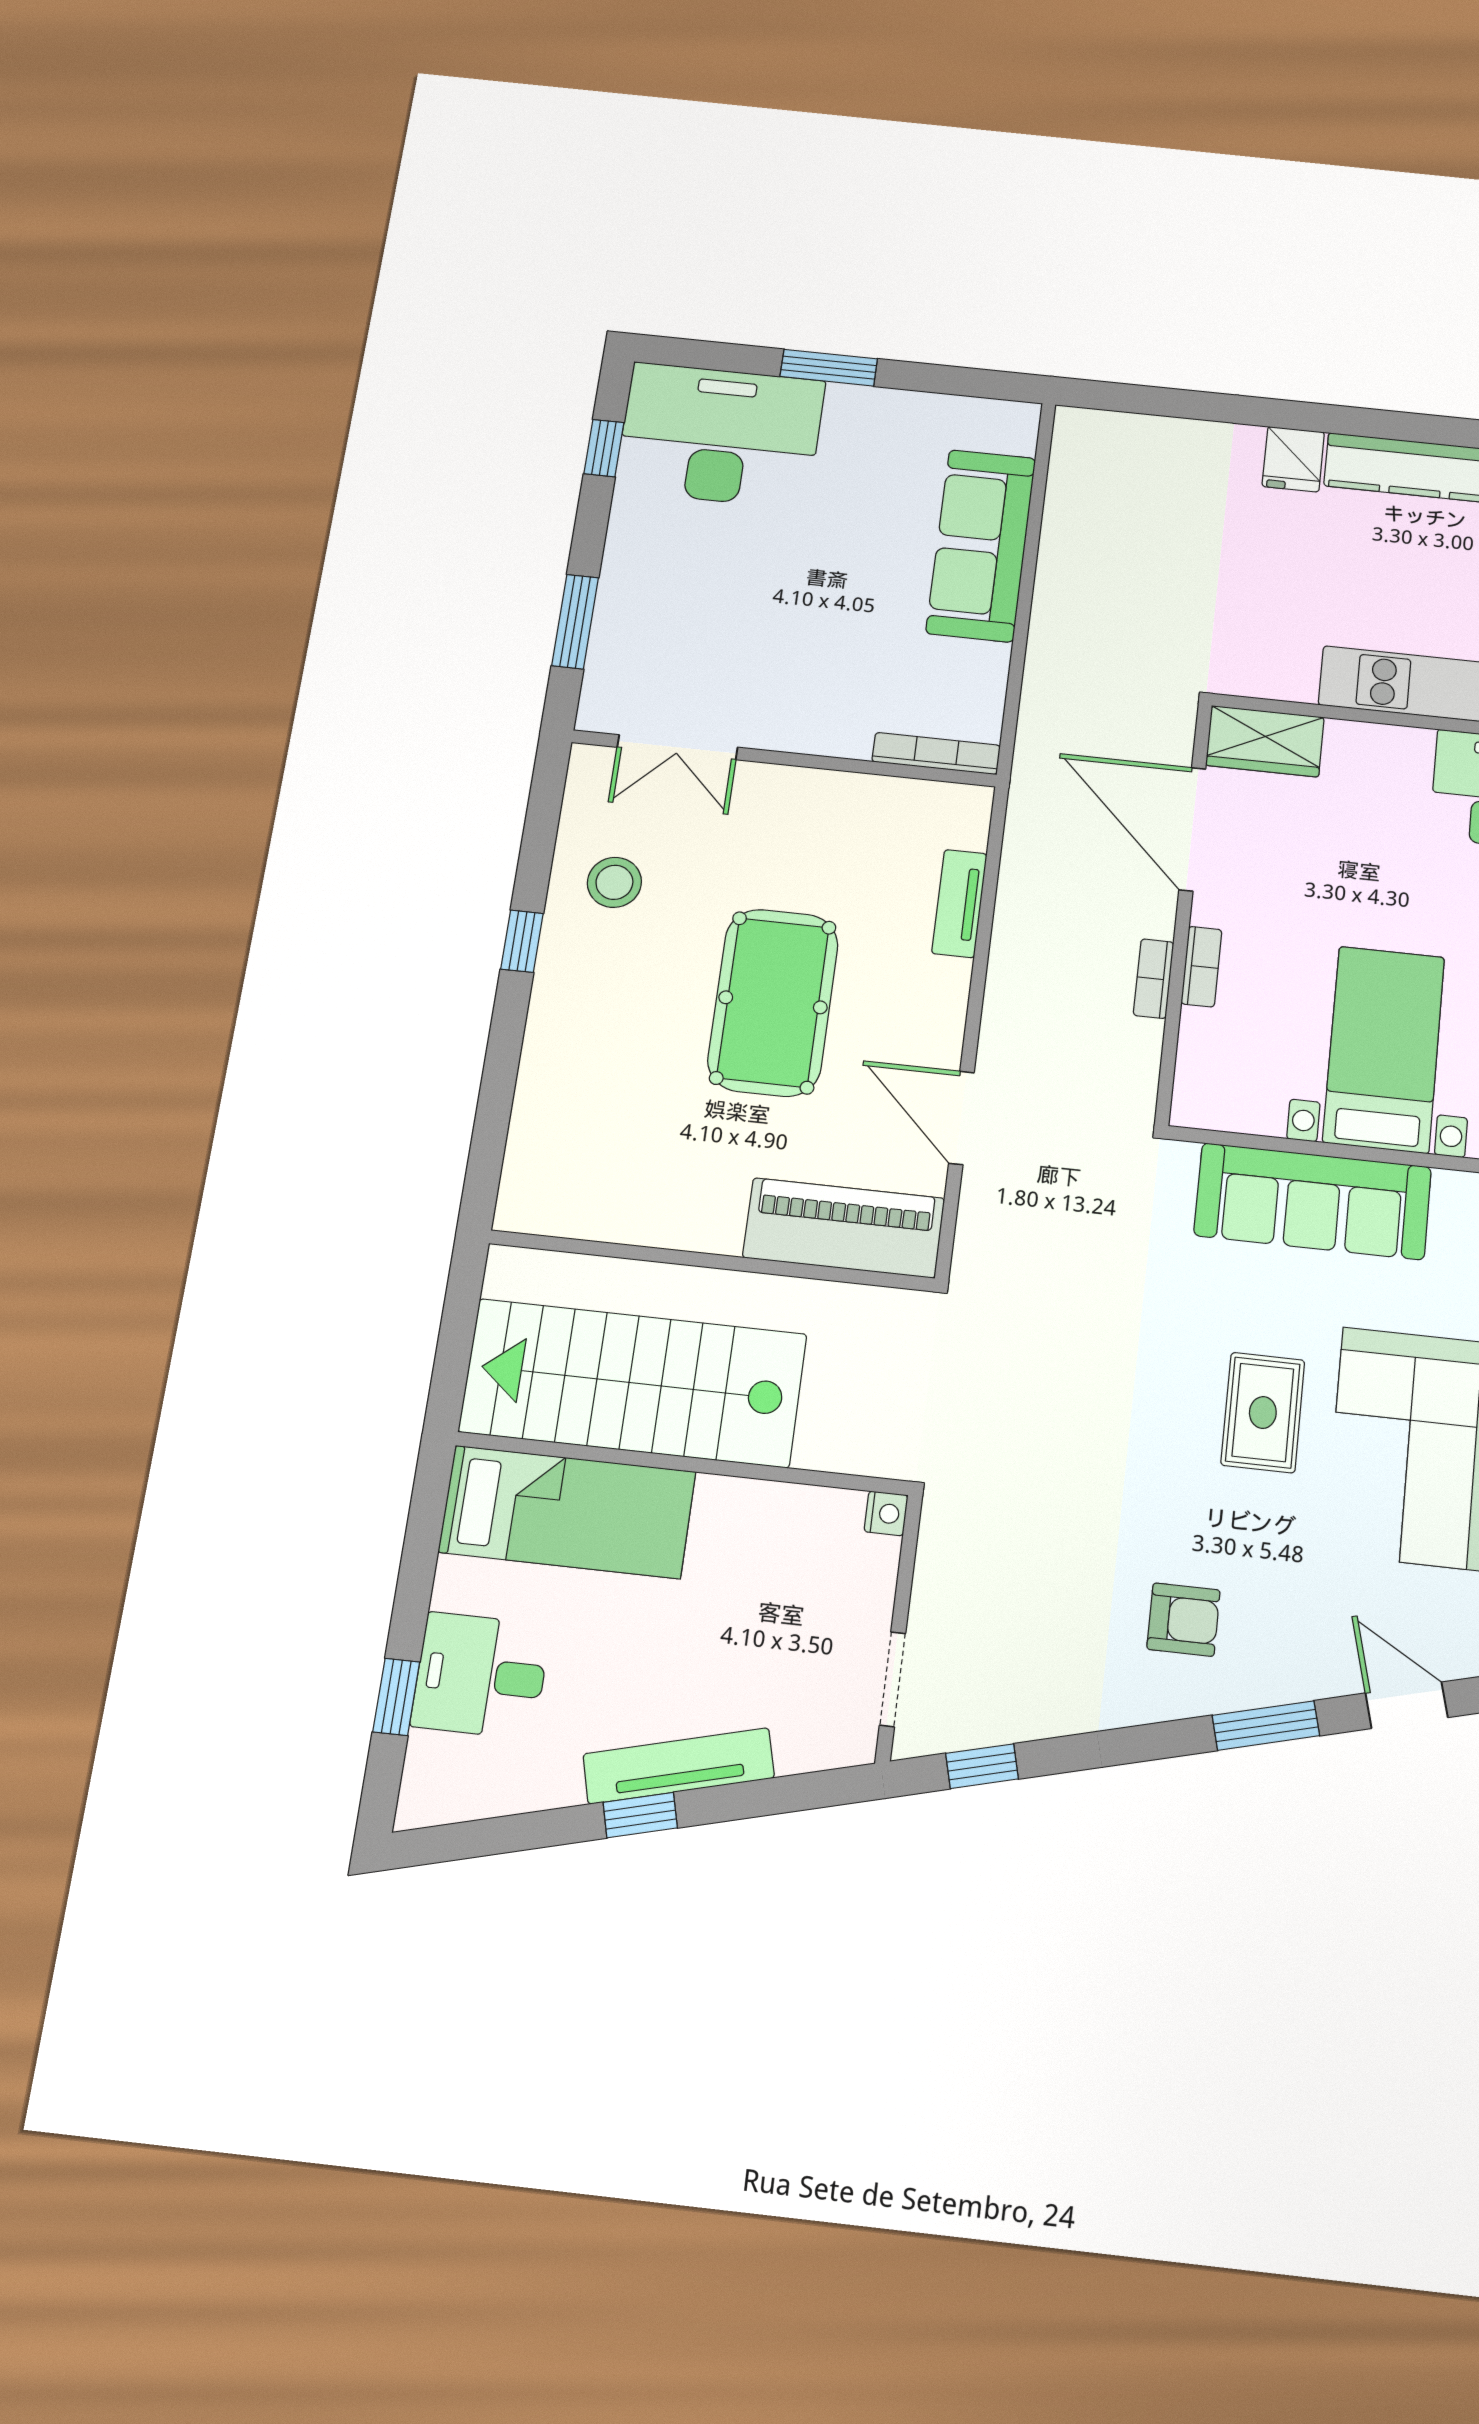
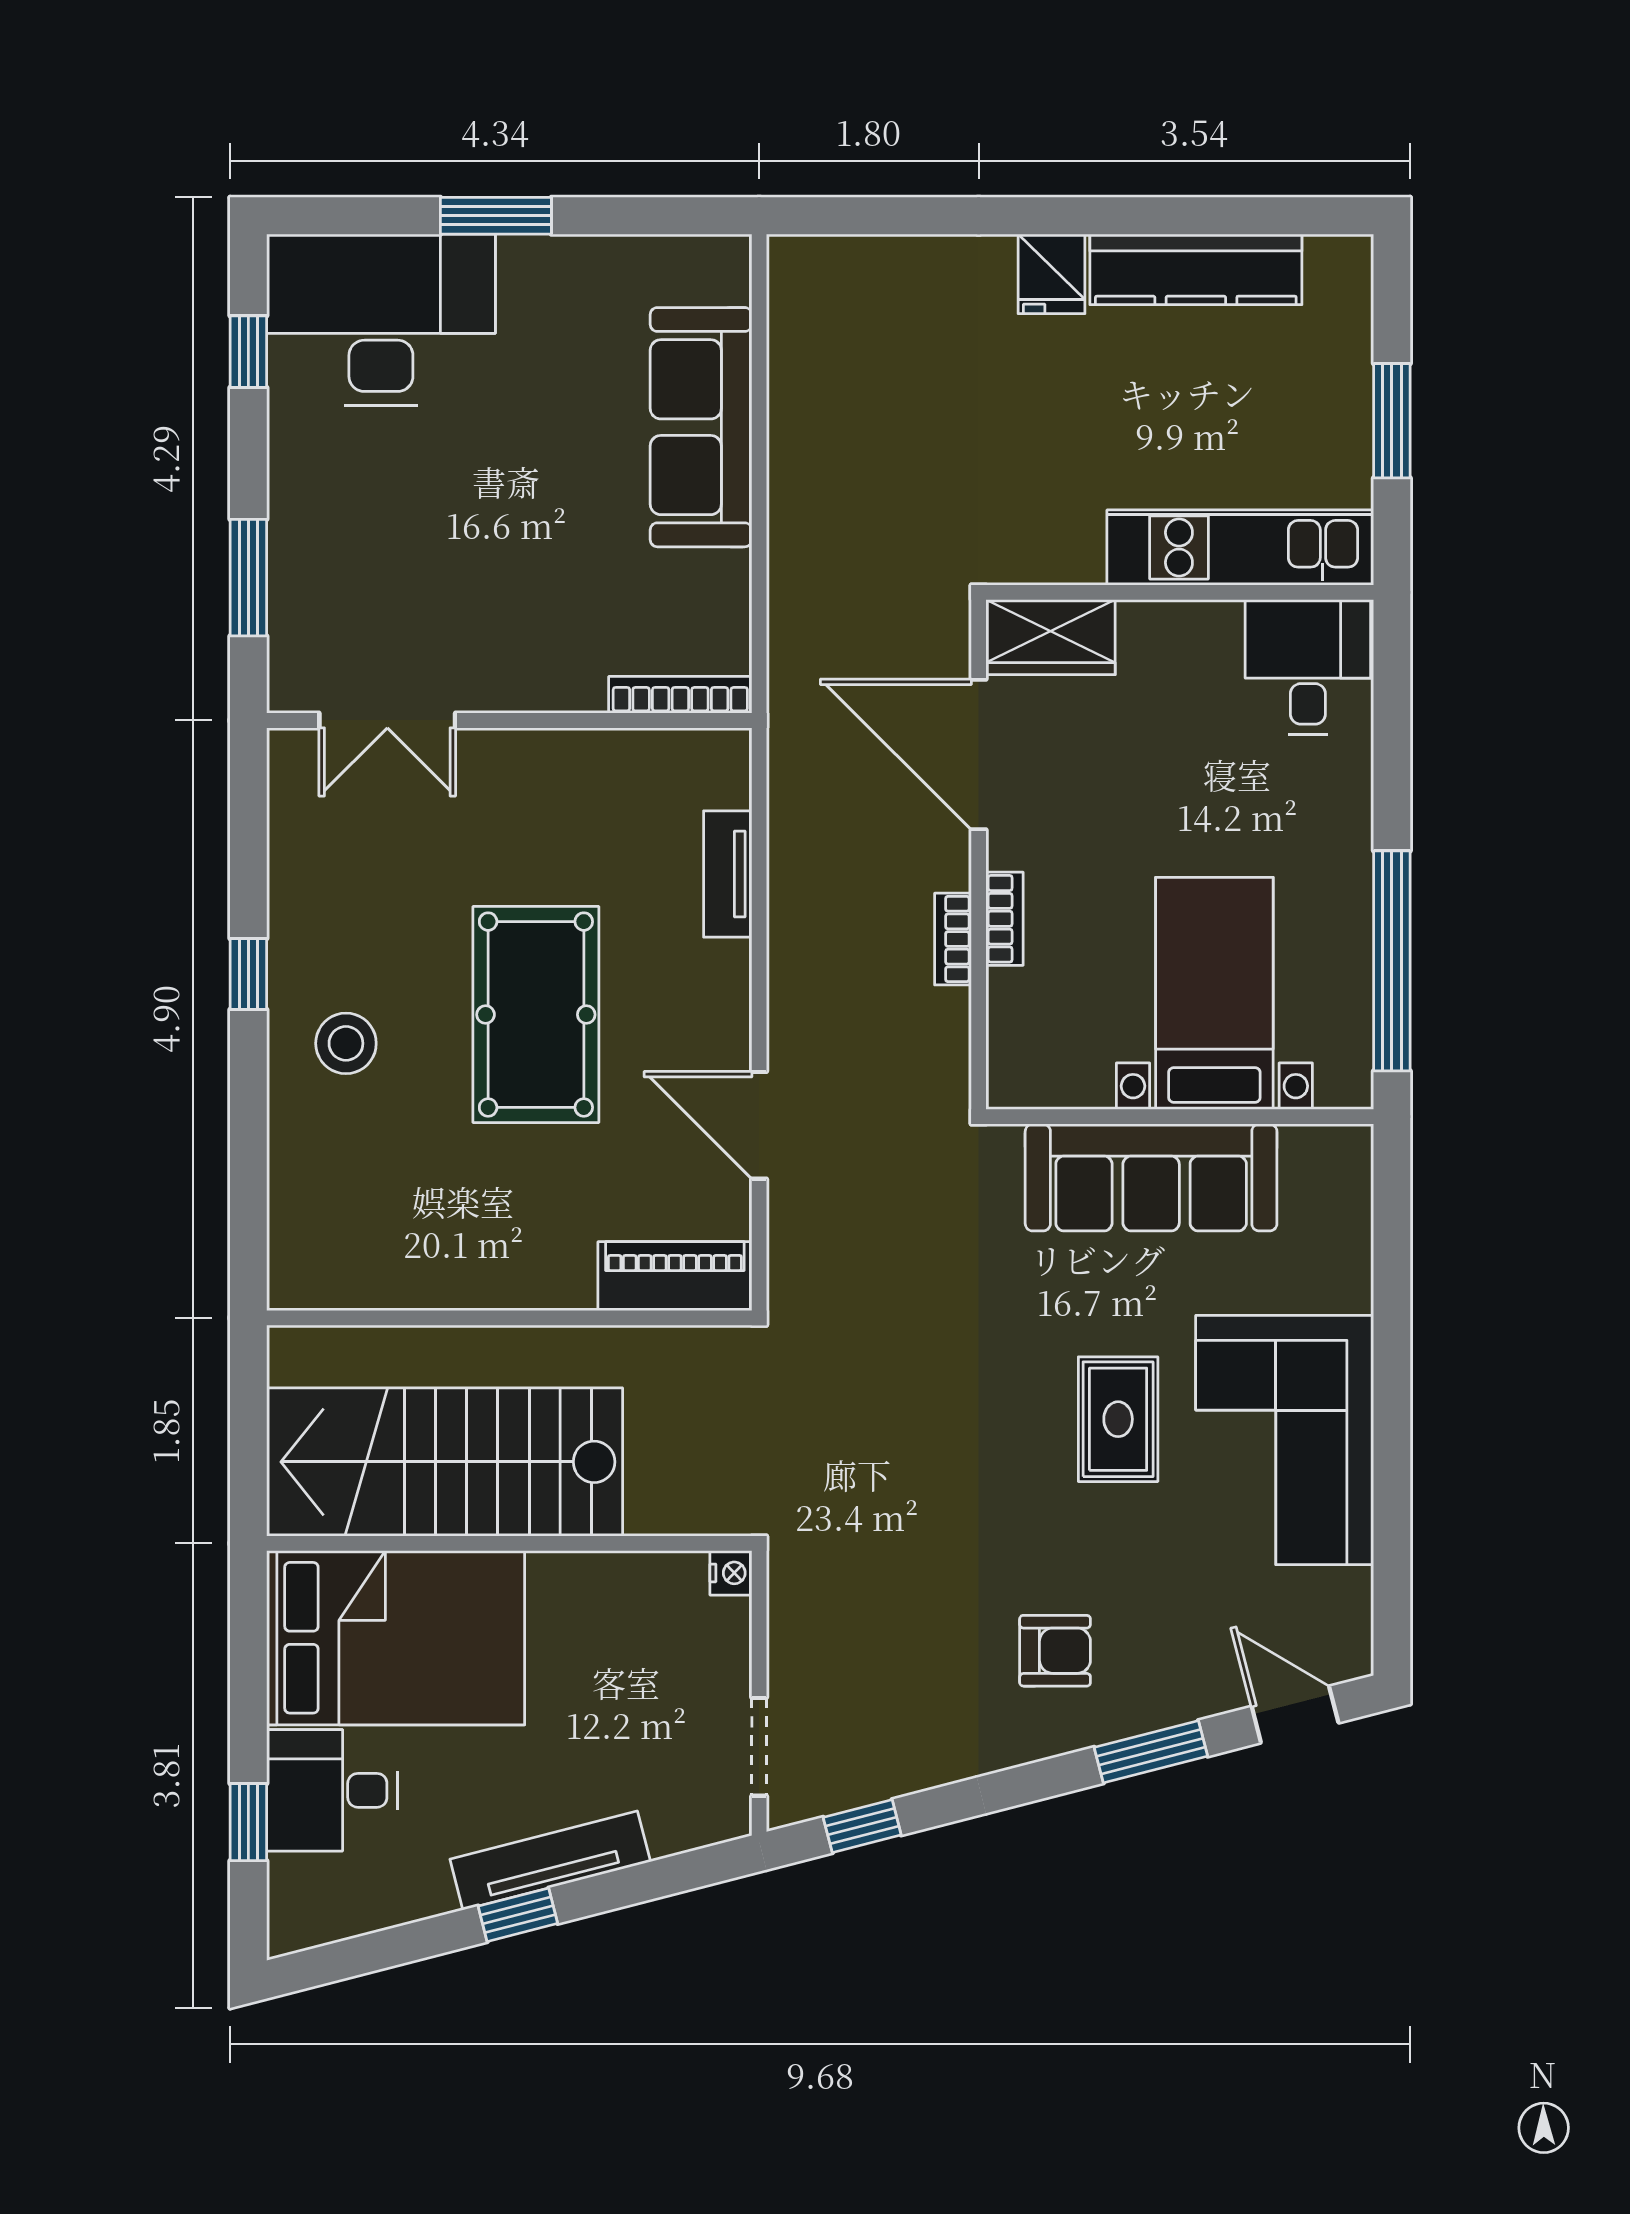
stool: (614, 882) -> (346, 1043), moved
piano: (844, 1228) -> (675, 1276), width x0.73, depth x0.75
bed: (567, 1512) -> (396, 1638), width x1.50

